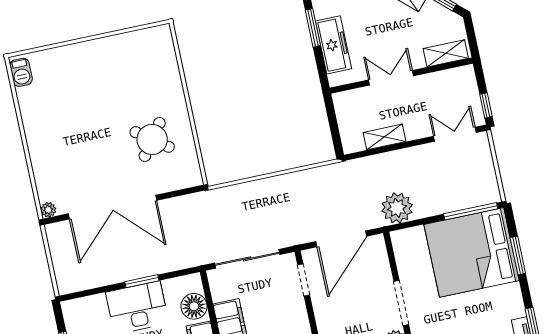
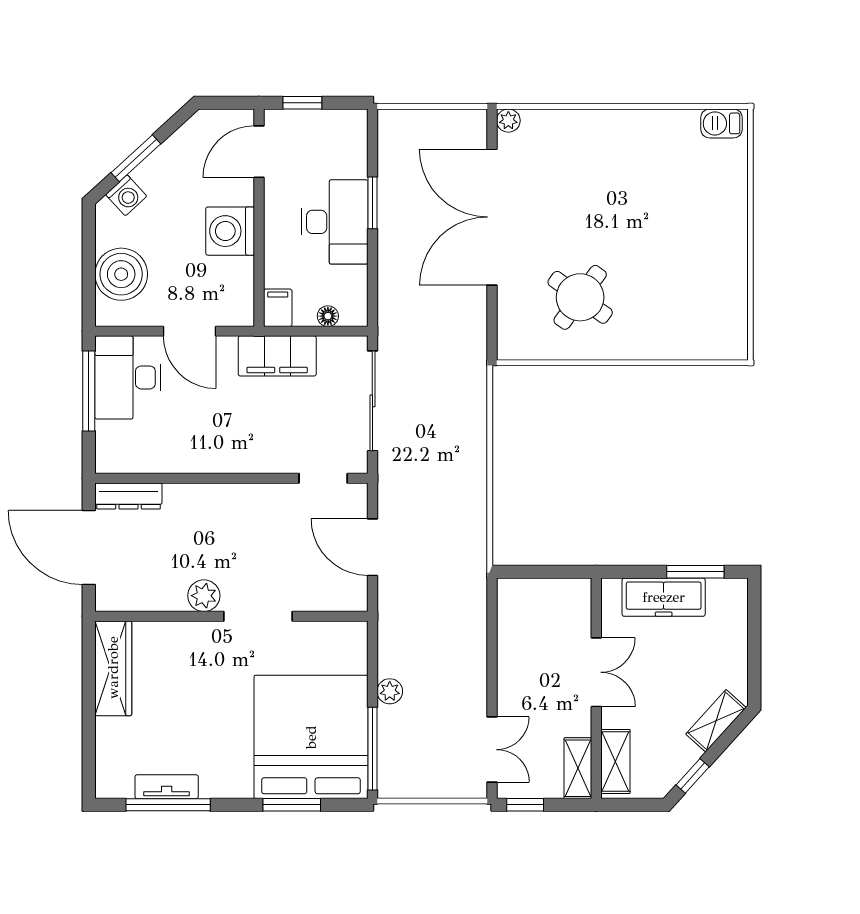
shelving: (385, 137) -> (578, 768), moved
plant: (397, 208) -> (390, 691), moved, width x0.53, depth x0.53
door: (341, 239) -> (372, 547), width x0.73
window: (142, 281) -> (372, 203), moved
floor lamp: (194, 306) -> (328, 316), width x0.53, depth x0.53

